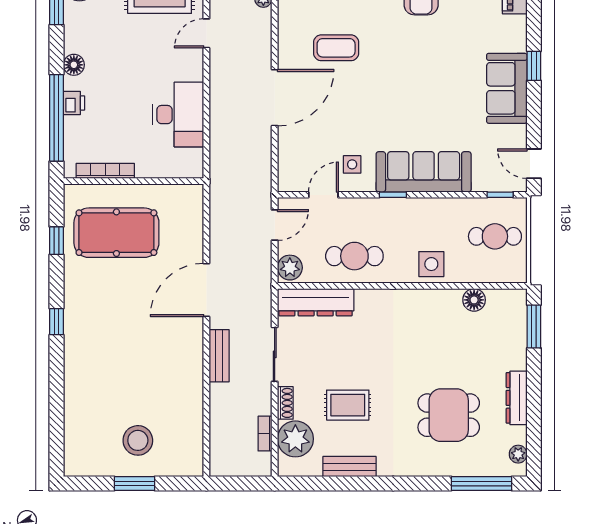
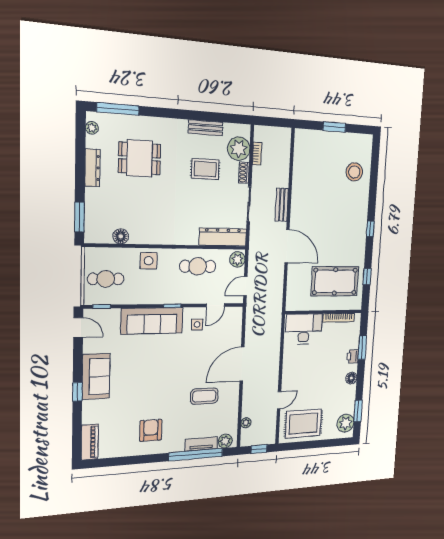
desk: (178, 115) -> (304, 329), moved, turned 90
window: (56, 118) -> (362, 348), width x0.47
door: (206, 290) -> (287, 246), hinge flipped
stool: (138, 440) -> (354, 172), moved

